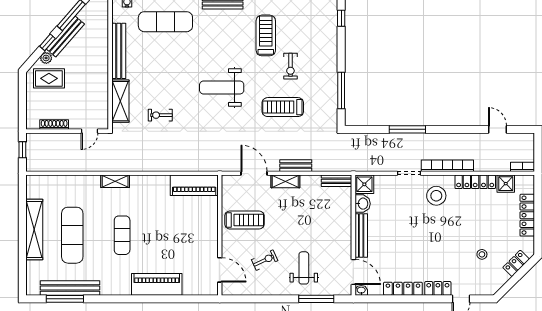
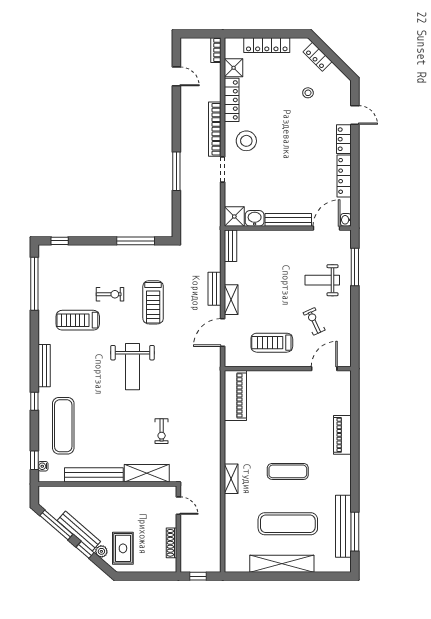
door: (498, 129) -> (176, 76), swing flipped
treadmill: (244, 220) -> (272, 343), turned -90
piano: (157, 284) -> (342, 435), width x0.73, depth x0.75

